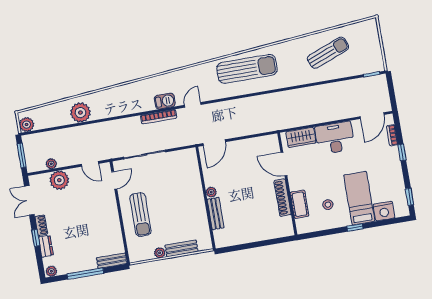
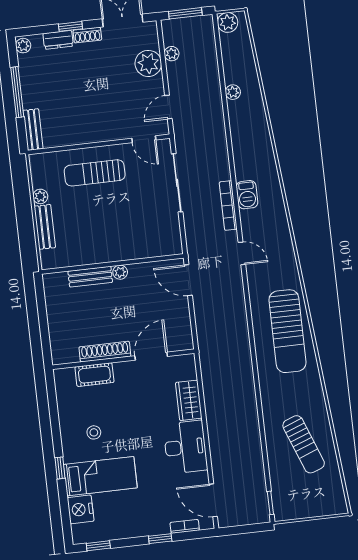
barbecue: (165, 101) -> (247, 195), moved
plant: (80, 113) -> (233, 92), width x0.53, depth x0.53
door: (284, 164) -> (151, 356), moved
wall: (287, 184) -> (123, 359), moved
shoe rack: (283, 198) -> (105, 352), moved
cot: (300, 204) -> (94, 375), moved

